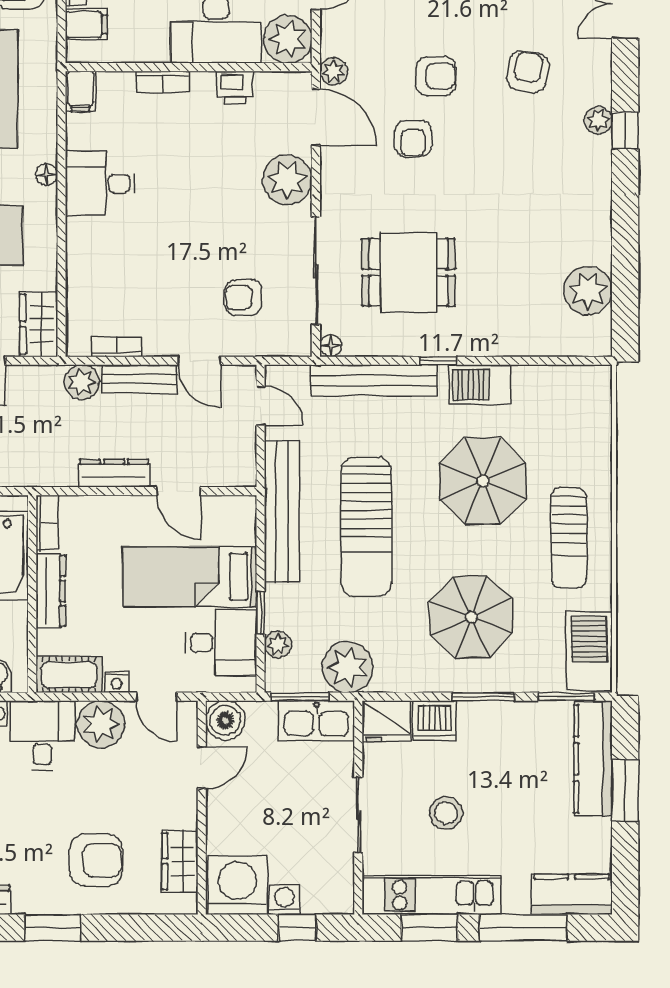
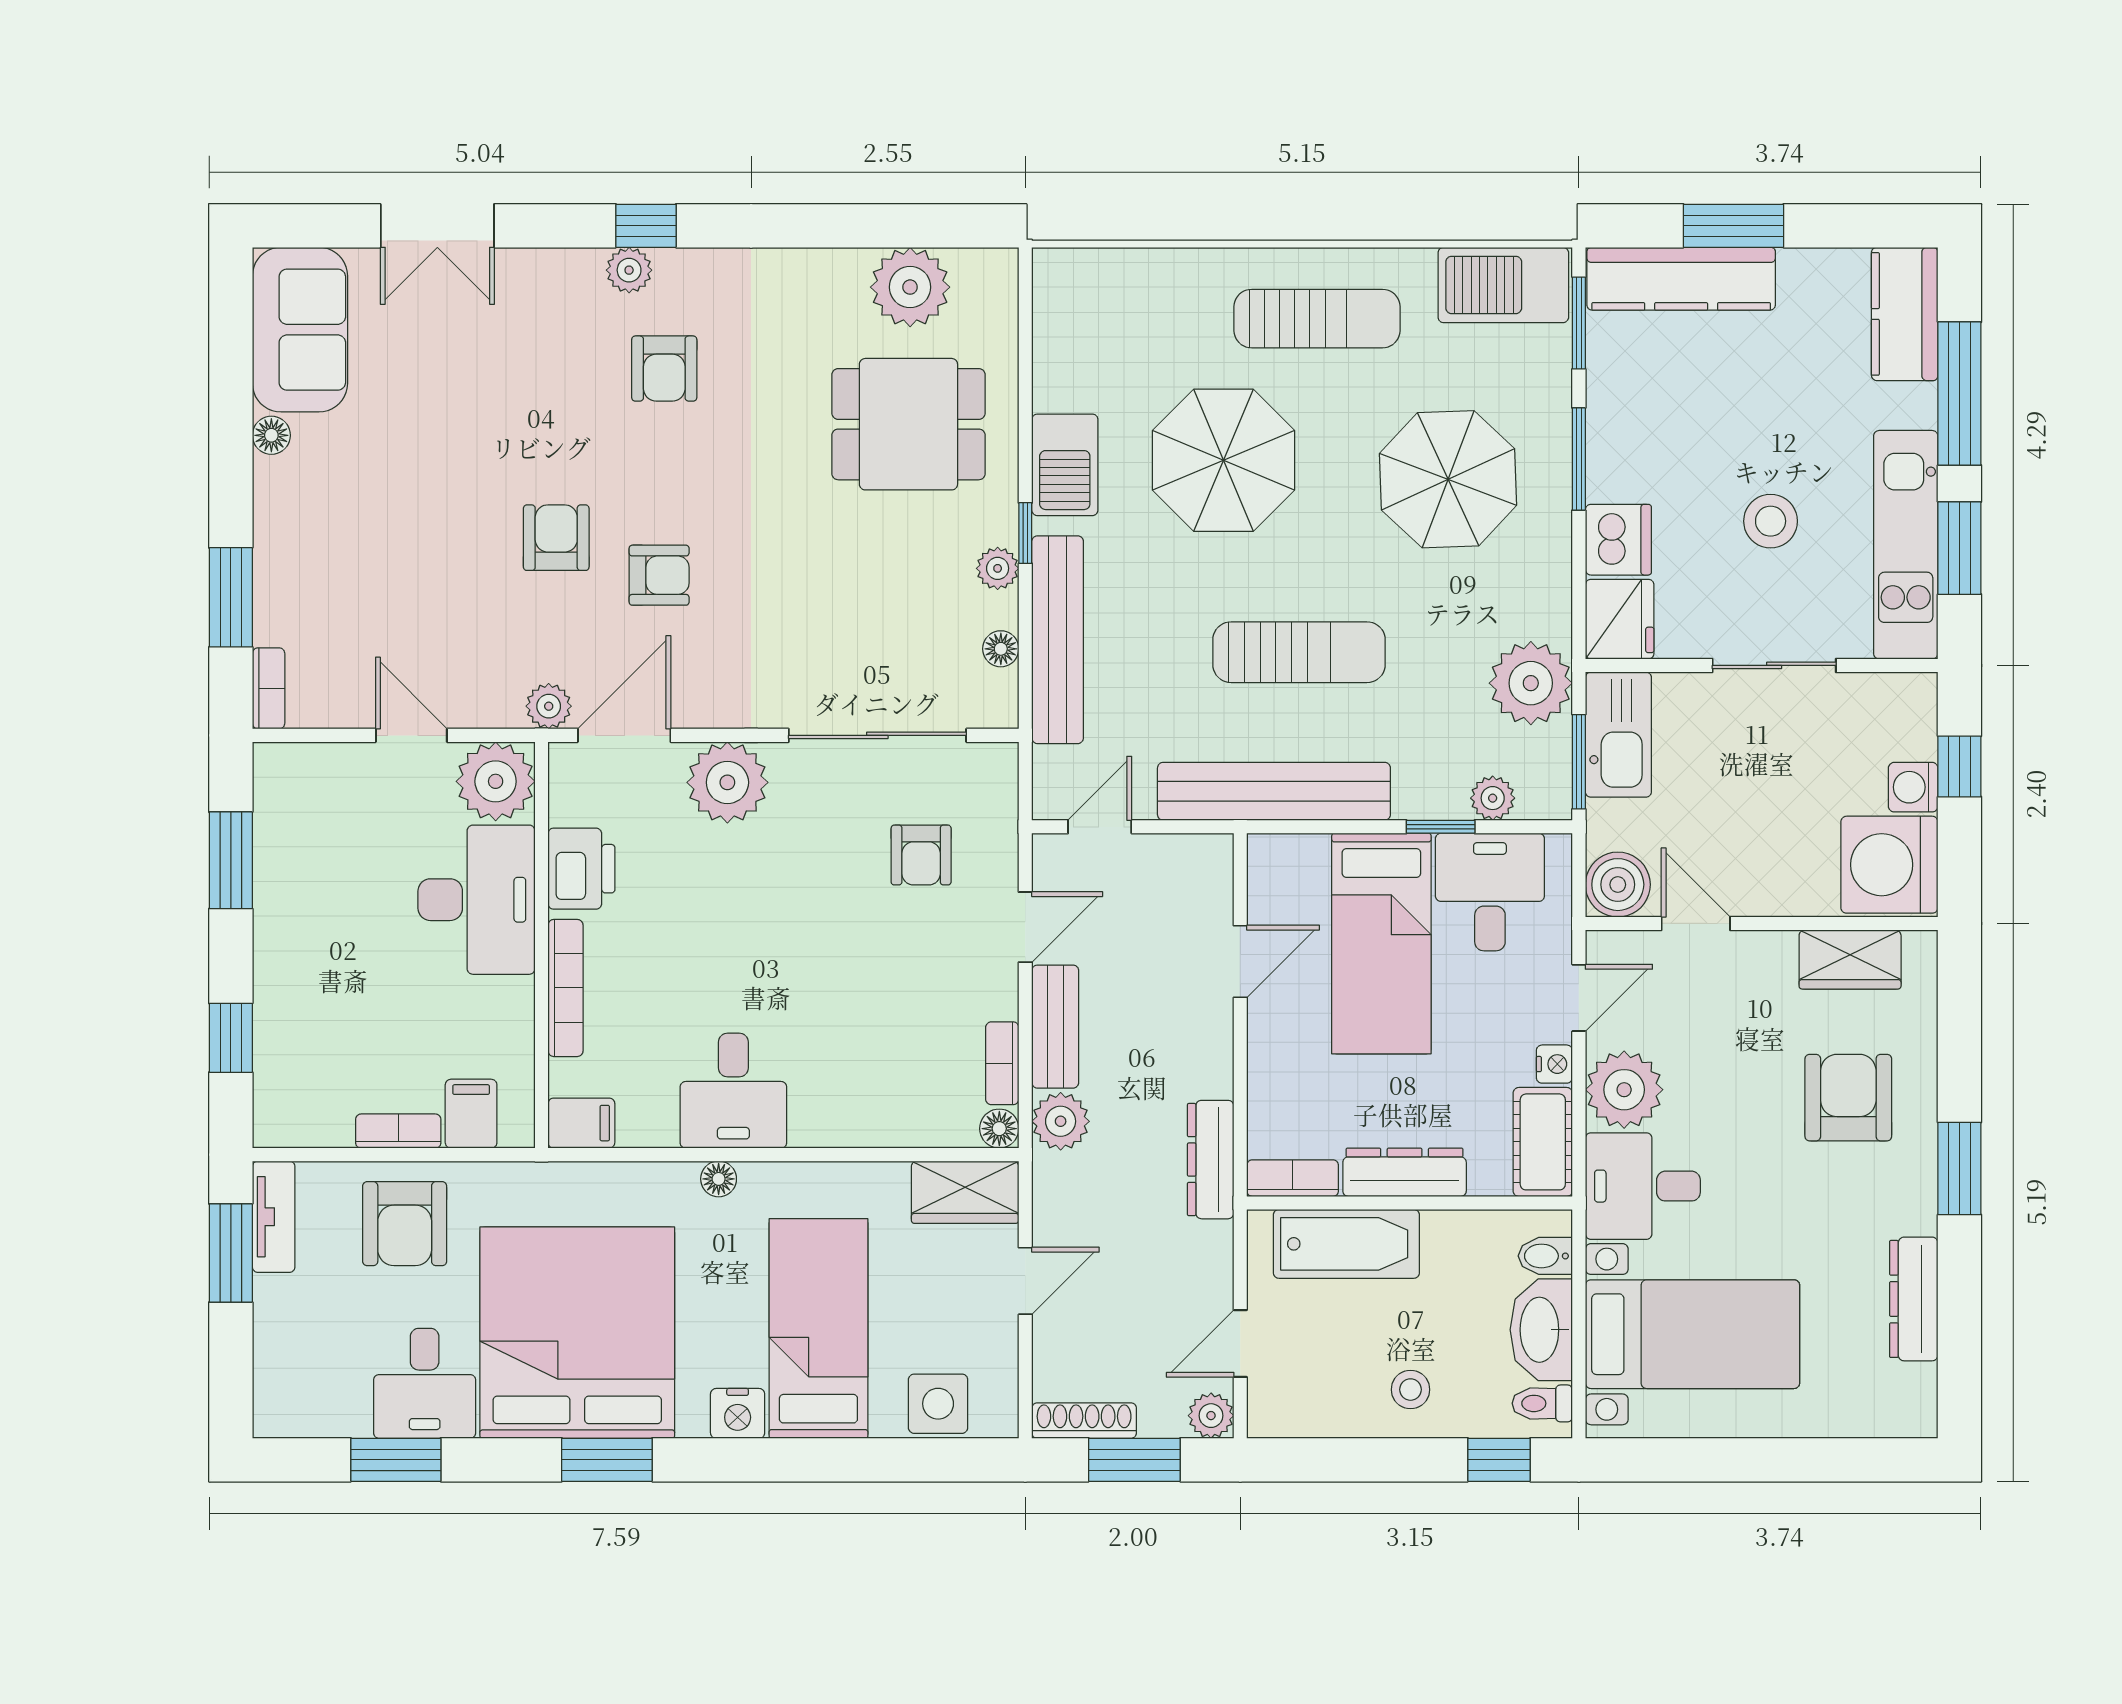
armchair: (528, 72) -> (664, 369), moved, turned -100
bookcase: (163, 82) -> (566, 988), width x1.56
printer: (235, 87) -> (581, 869), width x1.36, depth x1.24
dining table: (408, 272) -> (908, 424), moved, turned 90
plant: (417, 344) -> (998, 568), added
floor lamp: (77, 345) -> (999, 1129), added
floor lamp: (331, 346) -> (1001, 649), moved
dresser: (114, 473) -> (1211, 1160), moved
sun lounger: (366, 527) -> (1299, 652), width x0.73, depth x0.75

